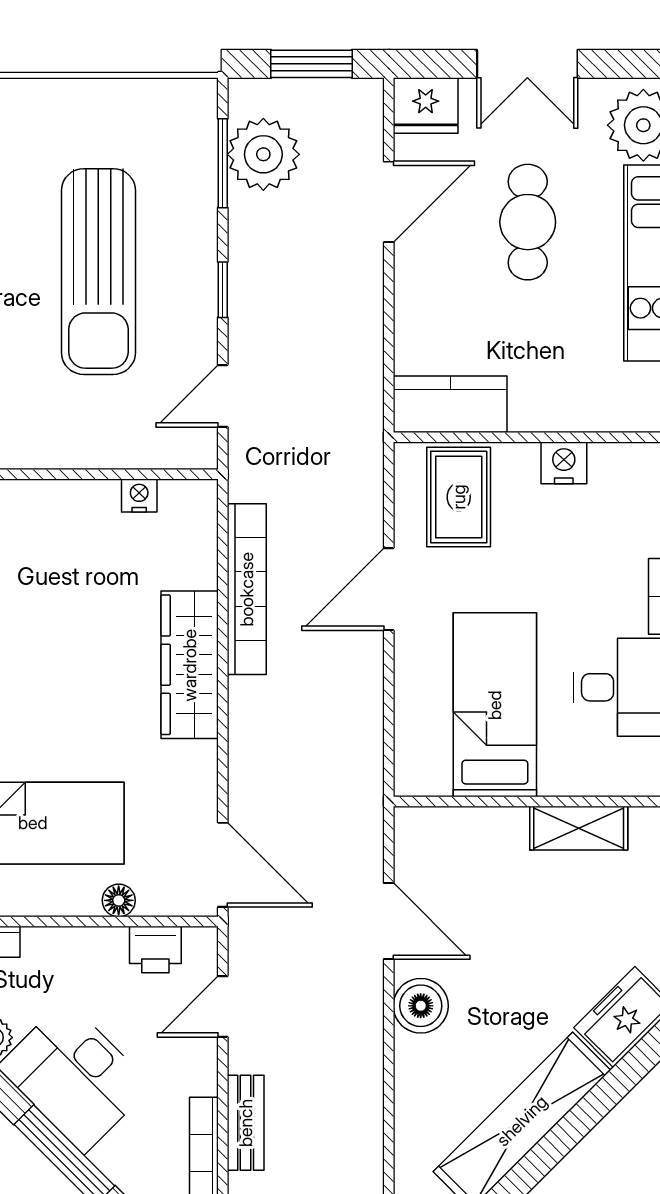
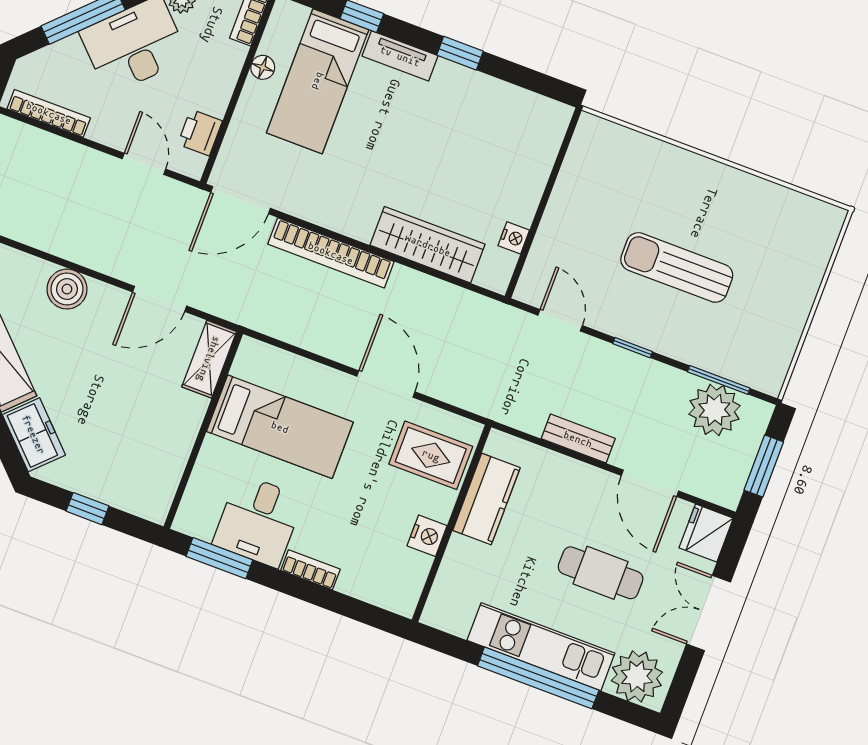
sun lounger: (98, 272) -> (677, 267), width x0.73, depth x0.75
kitchen counter: (450, 404) -> (486, 499), moved
bookcase: (247, 589) -> (331, 253), moved
wardrobe: (190, 665) -> (428, 245), moved
shelving: (579, 828) -> (209, 359), moved
floor lamp: (119, 900) -> (263, 67), moved
boiler: (421, 1006) -> (67, 289), moved
bench: (246, 1123) -> (578, 439), moved

